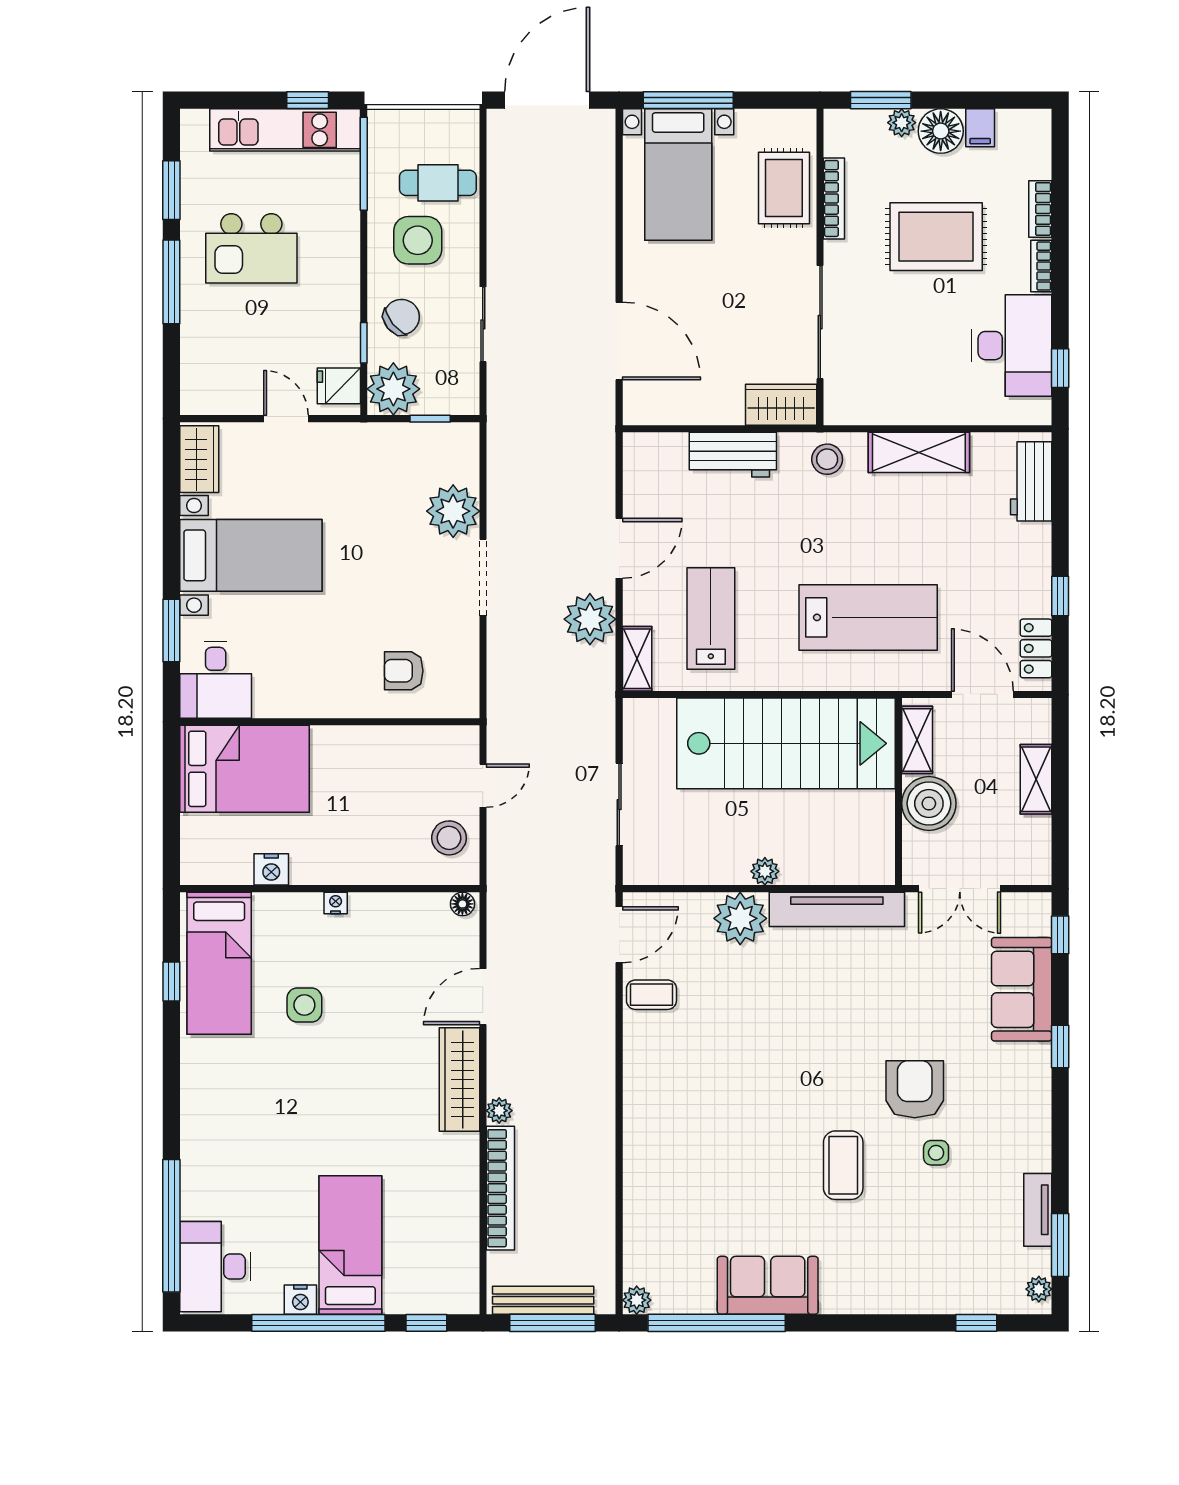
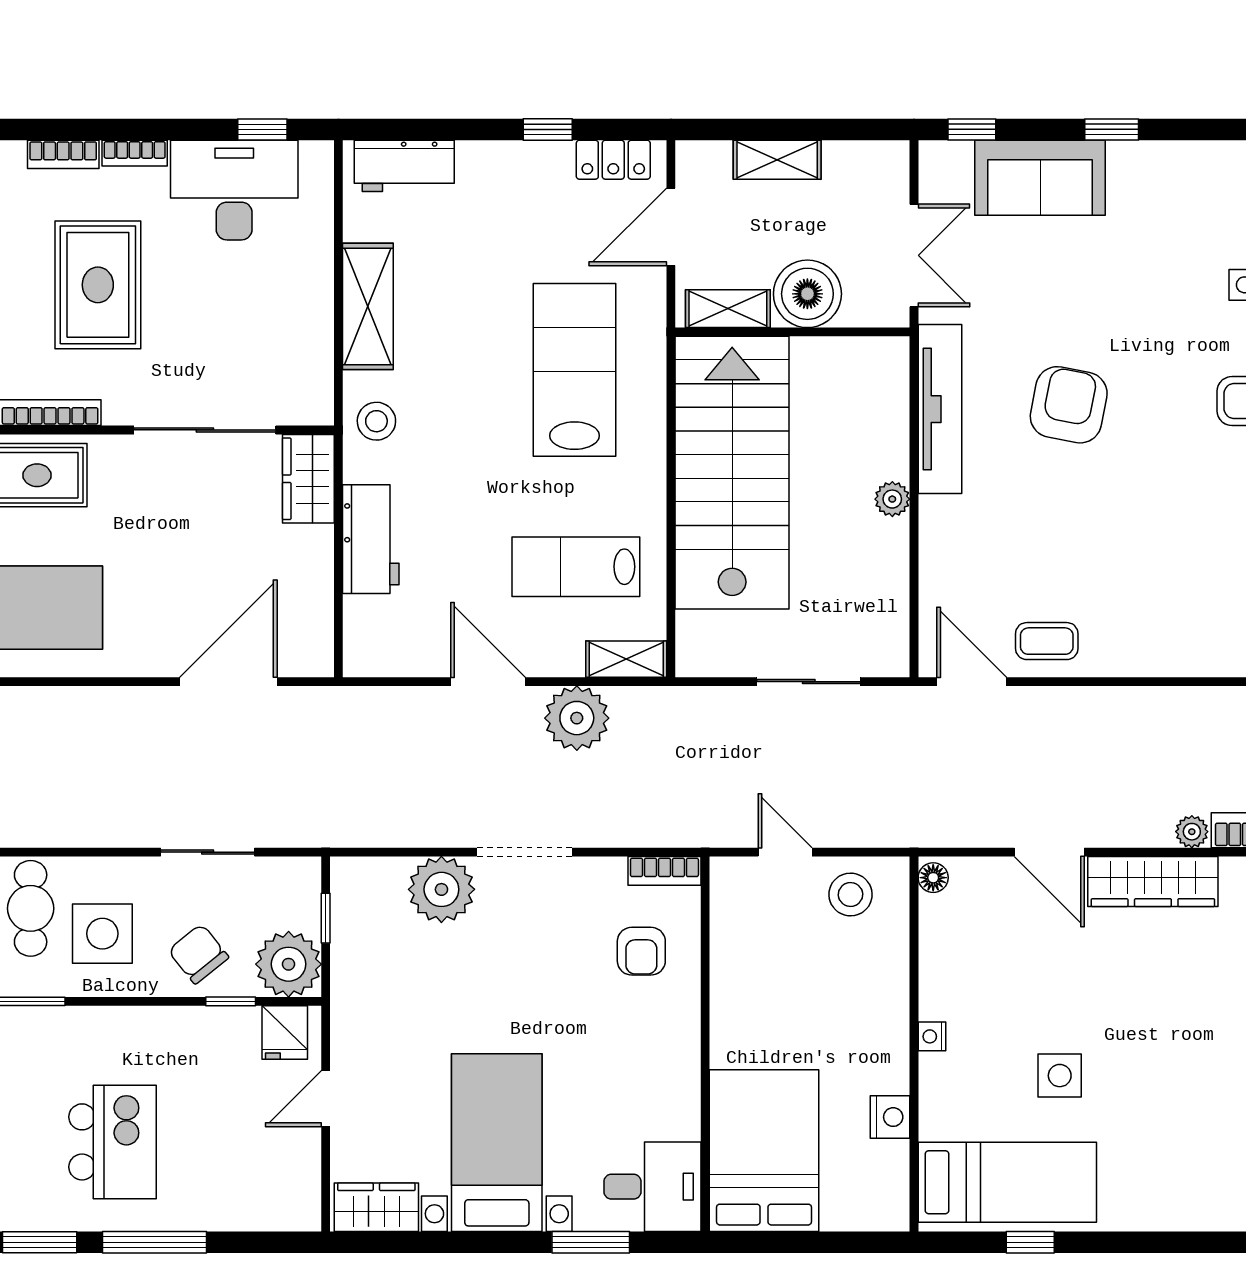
bookcase: (468, 689) -> (664, 871), added
plant: (740, 918) -> (951, 530), removed
coffee table: (651, 995) -> (1047, 641), turned 90
armchair: (915, 1089) -> (1069, 405), moved, turned 101

